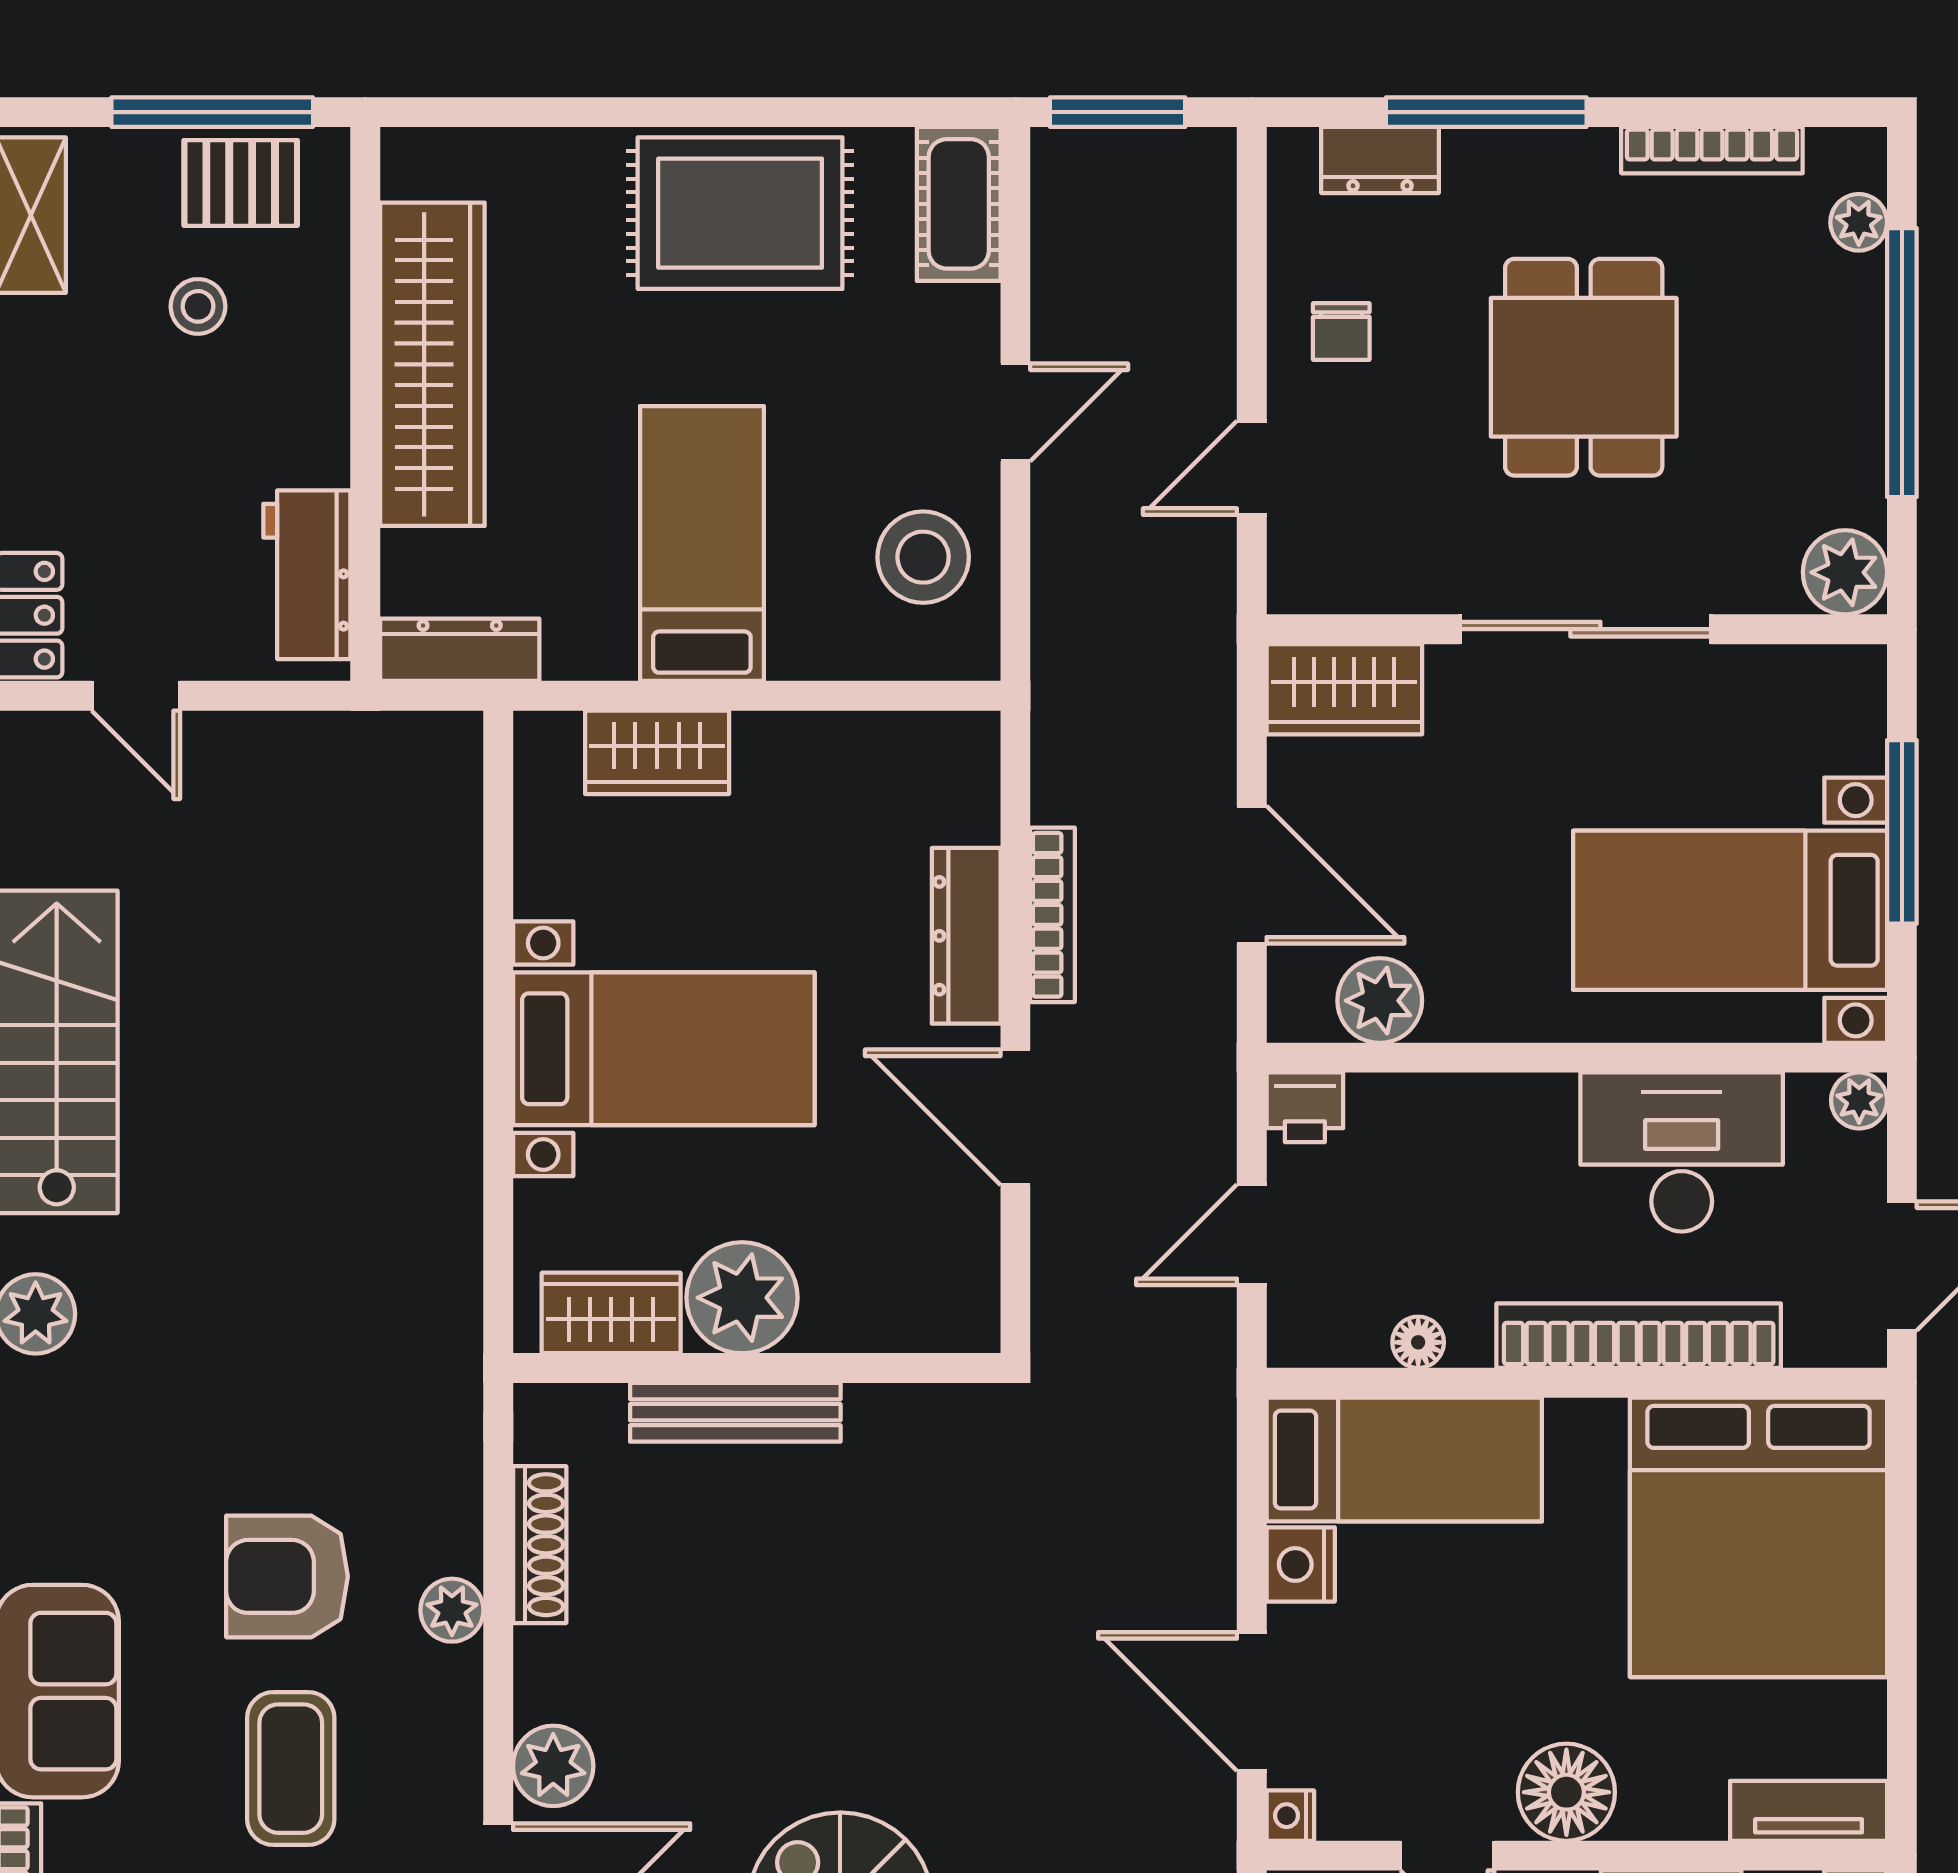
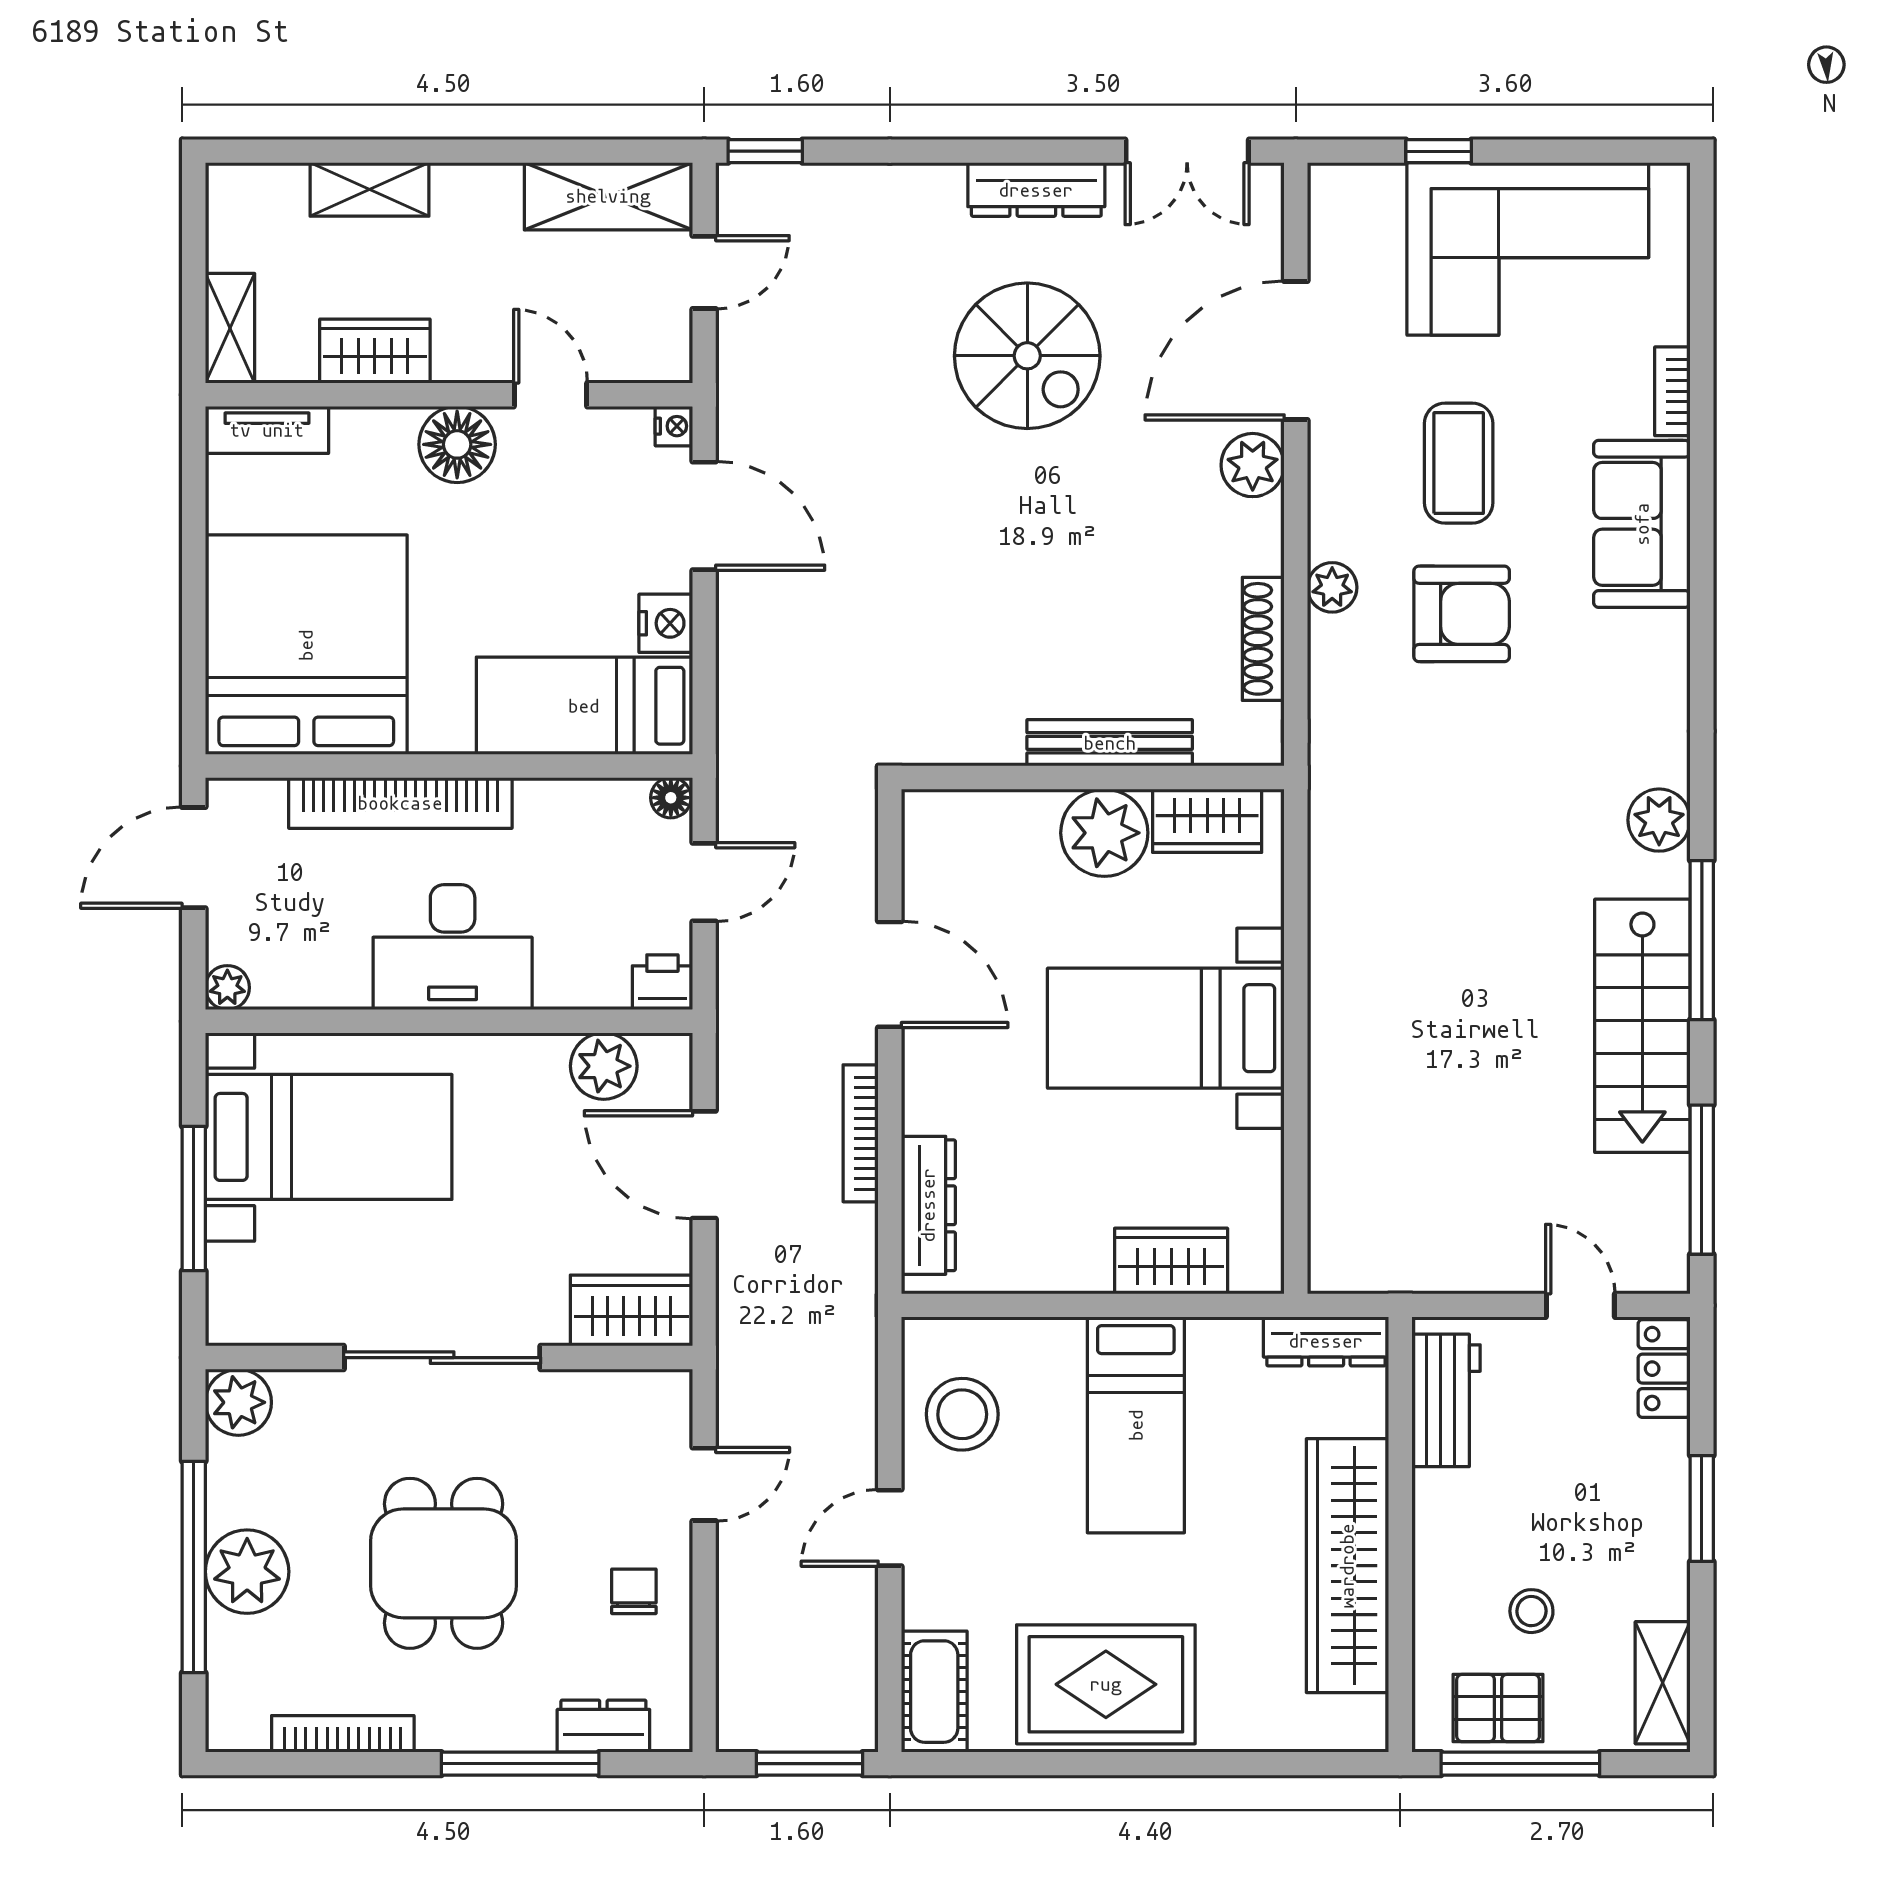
plant: (1859, 222) -> (247, 1572), moved, width x1.88, depth x1.88
dresser: (966, 936) -> (928, 1205), moved
desk: (1682, 1152) -> (453, 947), moved
floor lamp: (1418, 1342) -> (671, 798), moved

